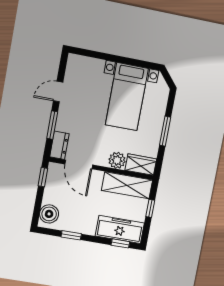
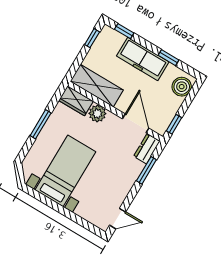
door: (58, 92) -> (118, 219), moved
window: (150, 208) -> (92, 38), moved
freezer: (120, 229) -> (143, 59), moved

